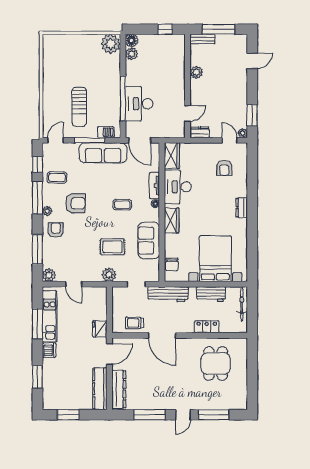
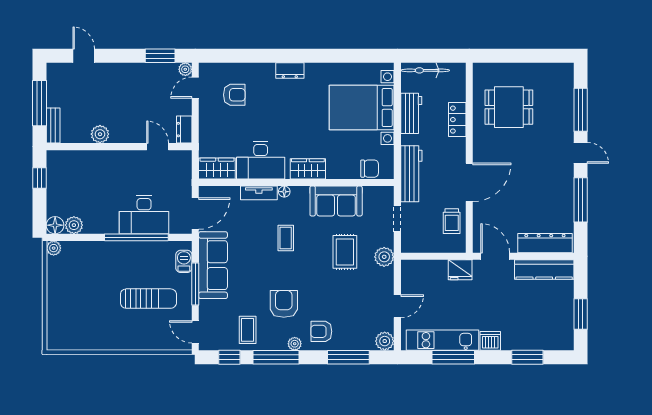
plant: (111, 44) -> (54, 248), width x0.53, depth x0.53

